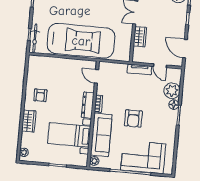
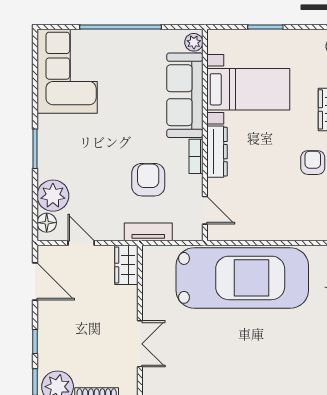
wardrobe: (140, 37) -> (126, 265), moved
car: (81, 41) -> (242, 278), turned 180
tv unit: (139, 69) -> (148, 232), moved
floor lamp: (174, 105) -> (47, 223), moved
armchair: (133, 118) -> (148, 180), moved
corner sofa: (143, 157) -> (67, 71), moved, turned -90

